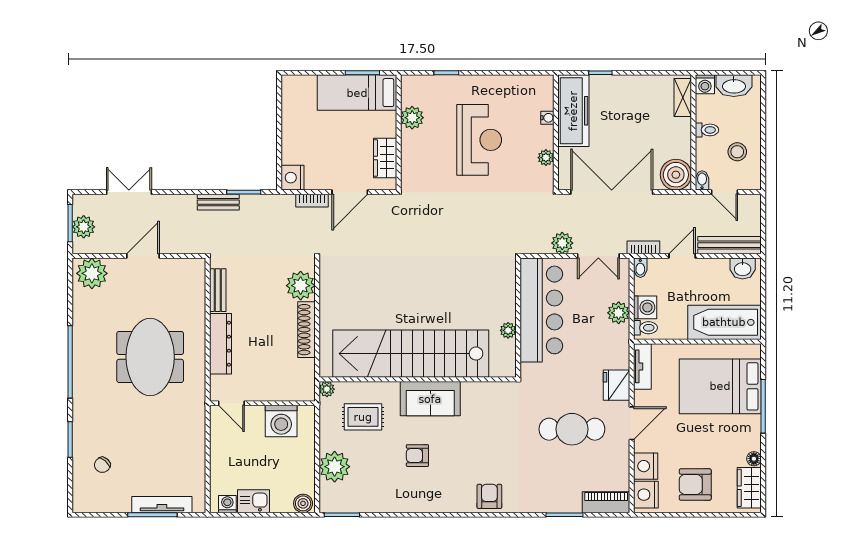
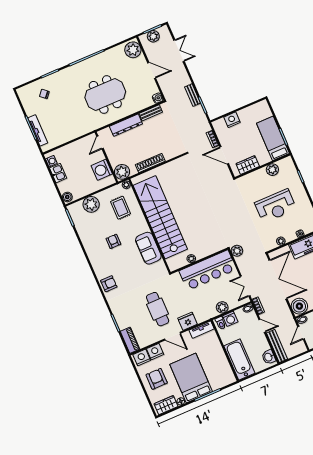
nightstand: (293, 178) -> (232, 120), moved
plant: (562, 243) -> (237, 251), moved
water cooler: (197, 267) -> (158, 98), added
plant: (301, 286) -> (122, 172), moved
bed: (720, 386) -> (191, 378), moved
sofa: (430, 399) -> (148, 248), moved

